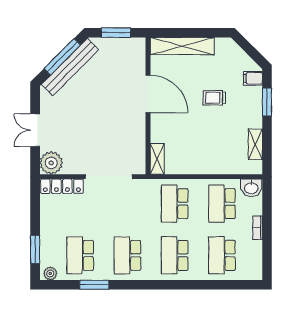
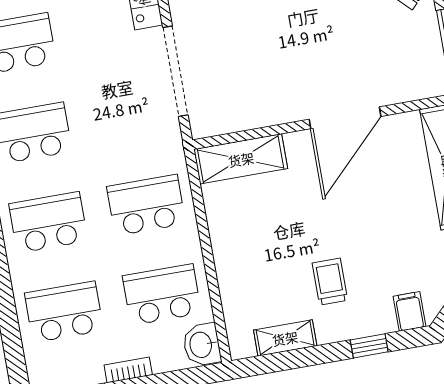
trolley: (214, 98) -> (330, 282), moved
window: (267, 102) -> (369, 346), width x0.67
shelving: (157, 159) -> (241, 159), width x1.50, depth x1.33

